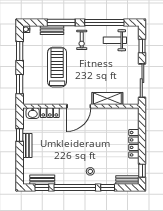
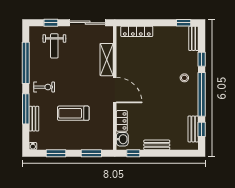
weight bench: (115, 40) -> (54, 46), moved
treadmill: (57, 67) -> (73, 113), width x0.73, depth x0.73
window: (20, 135) -> (133, 153), moved
locker: (134, 144) -> (137, 31), moved

